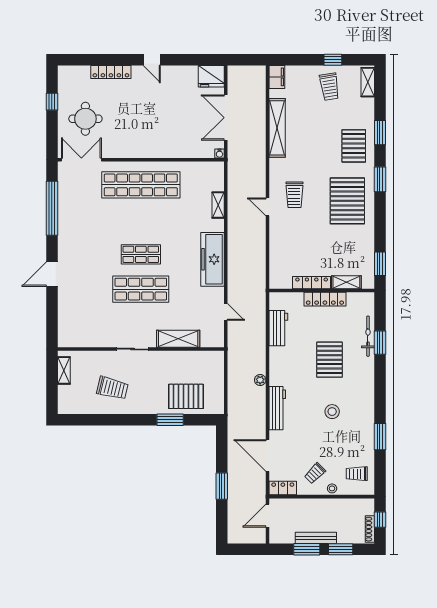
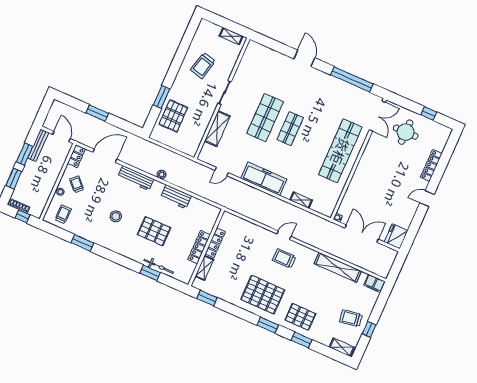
workbench: (278, 328) -> (176, 197), moved
bench: (316, 538) -> (38, 145), moved

